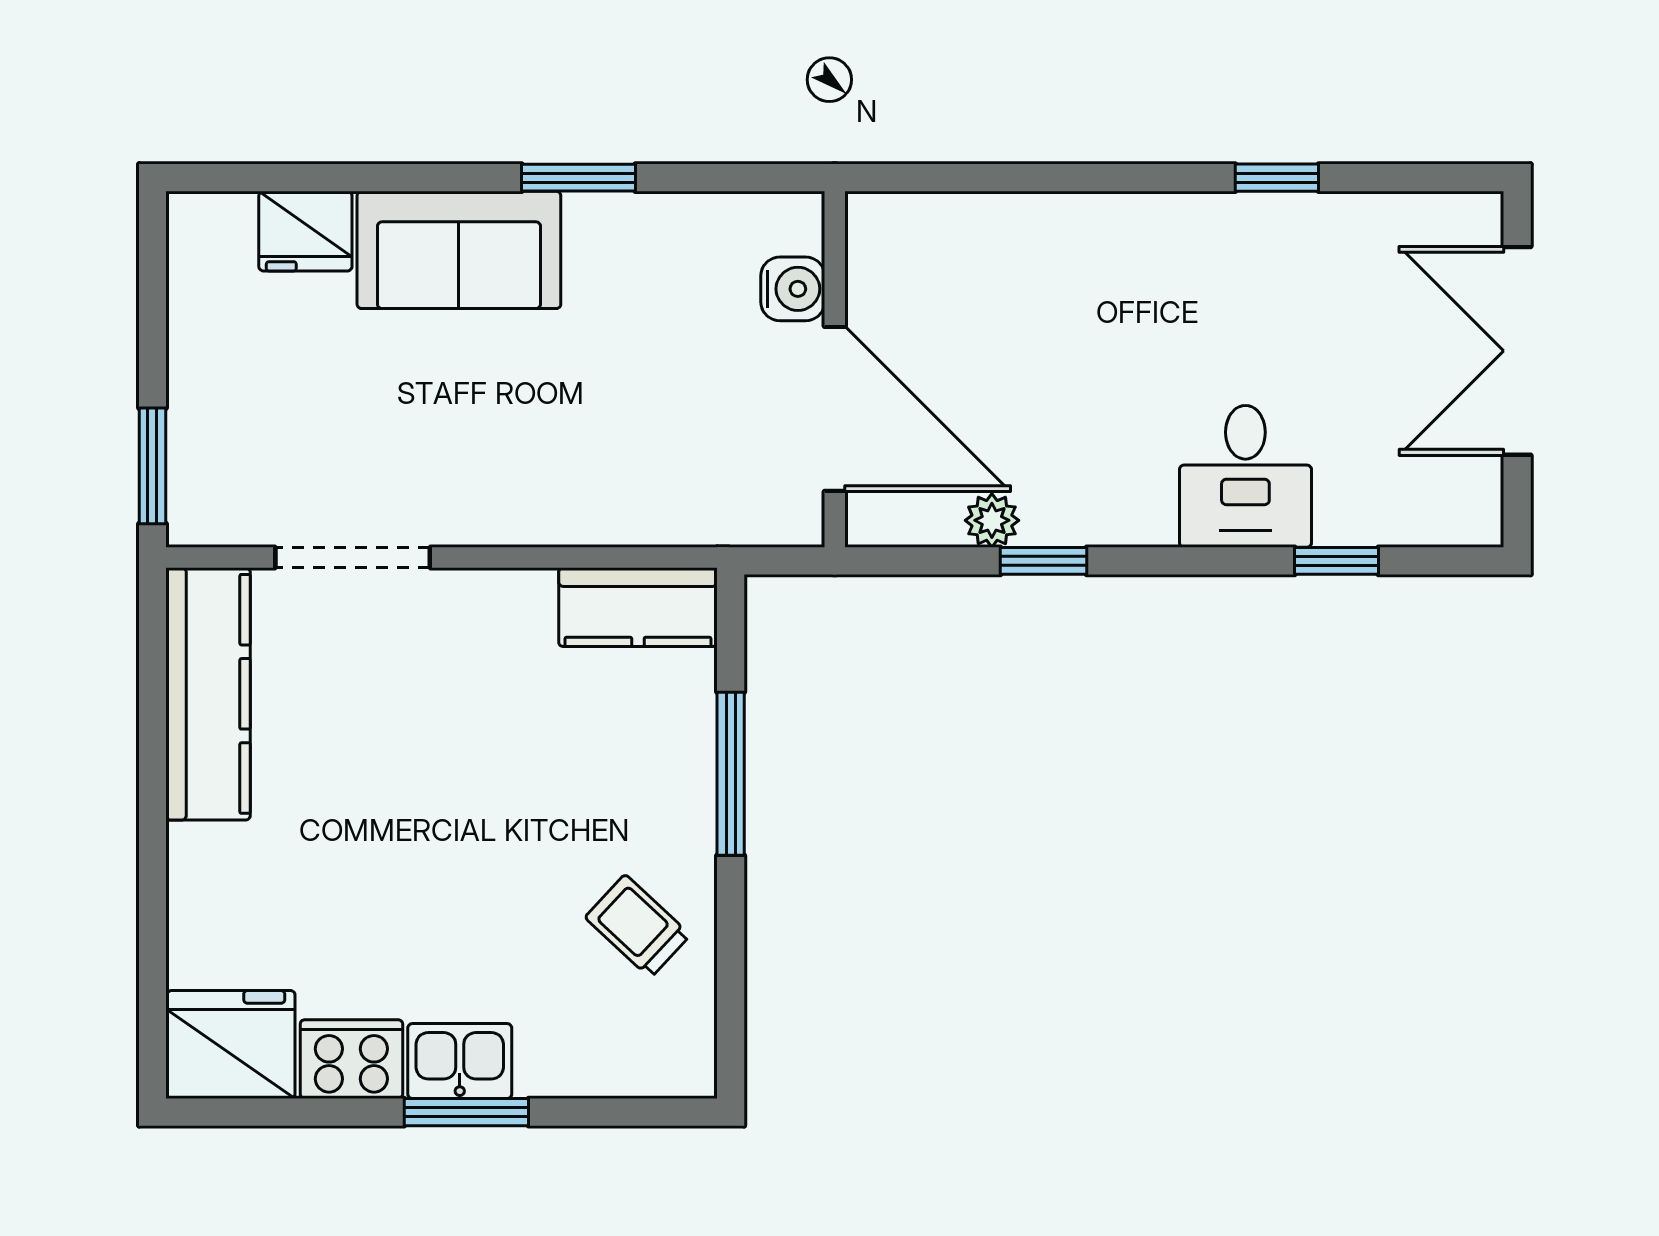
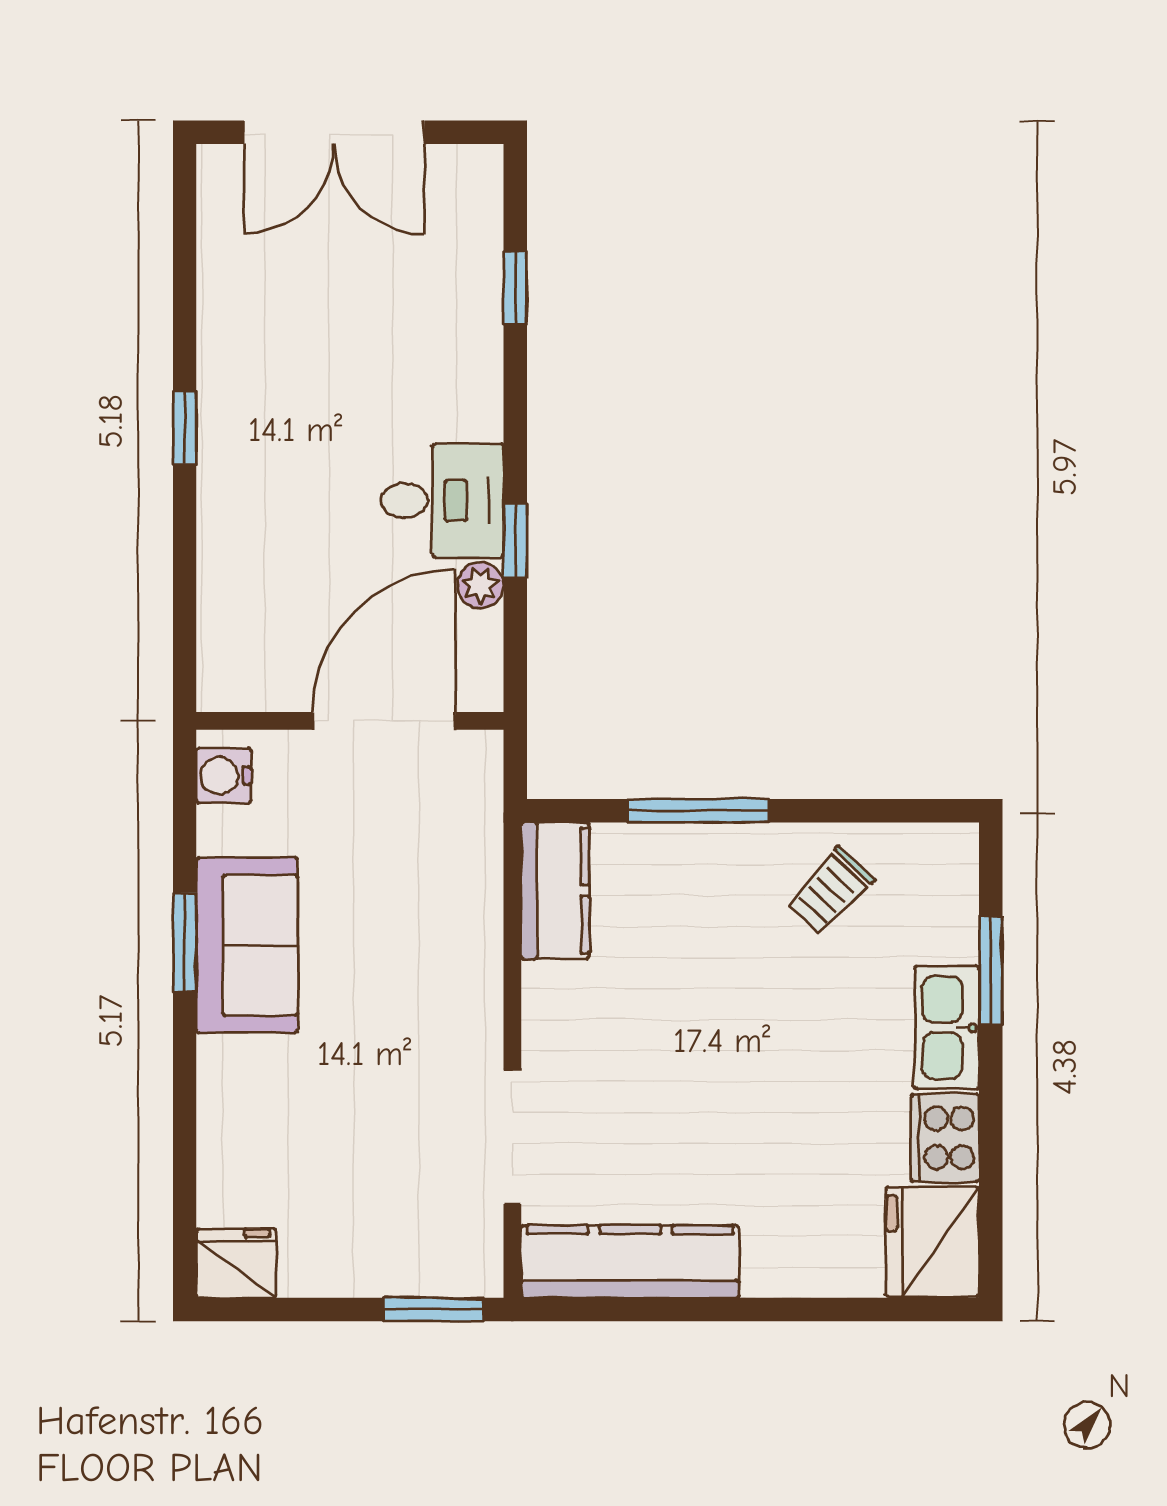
window: (1277, 178) -> (185, 428), moved
fridge: (305, 231) -> (236, 1263), moved, turned -90
sofa: (459, 250) -> (247, 945), moved
water cooler: (793, 289) -> (224, 775), moved, turned -90
desk: (1245, 476) -> (442, 501), moved
kitchen sink: (460, 1061) -> (947, 1028), width x1.38
window: (466, 1112) -> (991, 970), moved

